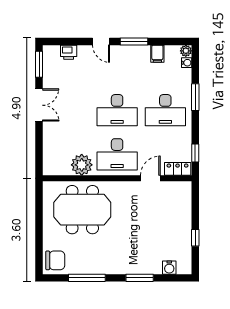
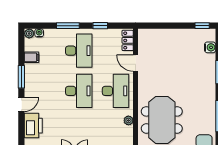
printer: (69, 52) -> (33, 126), width x1.87, depth x1.48
window: (195, 153) -> (100, 26), moved
plant: (82, 165) -> (128, 120), width x0.53, depth x0.53
window: (195, 238) -> (202, 26), moved

